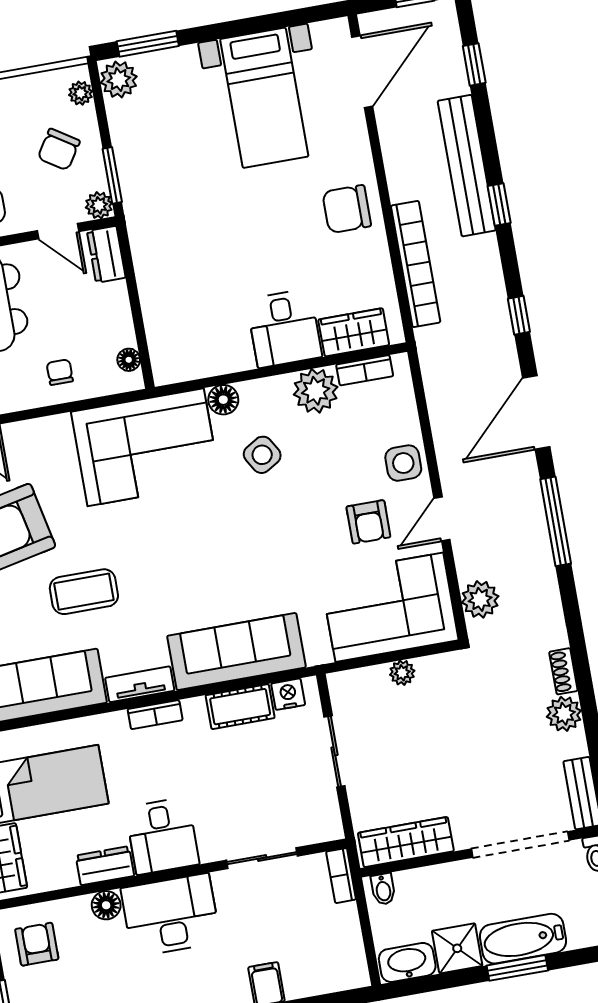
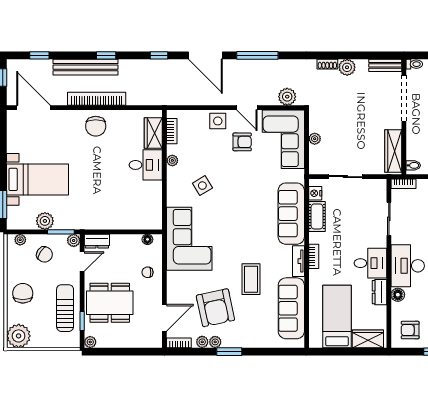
plant: (119, 80) -> (45, 221), moved
bed with nightstands: (264, 98) -> (37, 179), moved
bookcase: (416, 264) -> (97, 99), moved
plant: (316, 391) -> (172, 160), width x0.53, depth x0.53
floor lamp: (223, 400) -> (174, 199), removed

